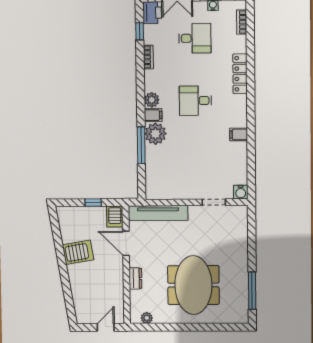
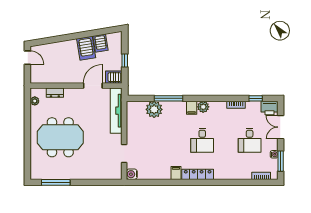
locker: (240, 74) -> (198, 174), moved
desk: (195, 101) -> (202, 140), turned 180
plant: (155, 134) -> (154, 109), moved
server rack: (71, 234) -> (101, 43), added
dresser: (135, 278) -> (55, 93), moved
door: (106, 327) -> (27, 58), moved

